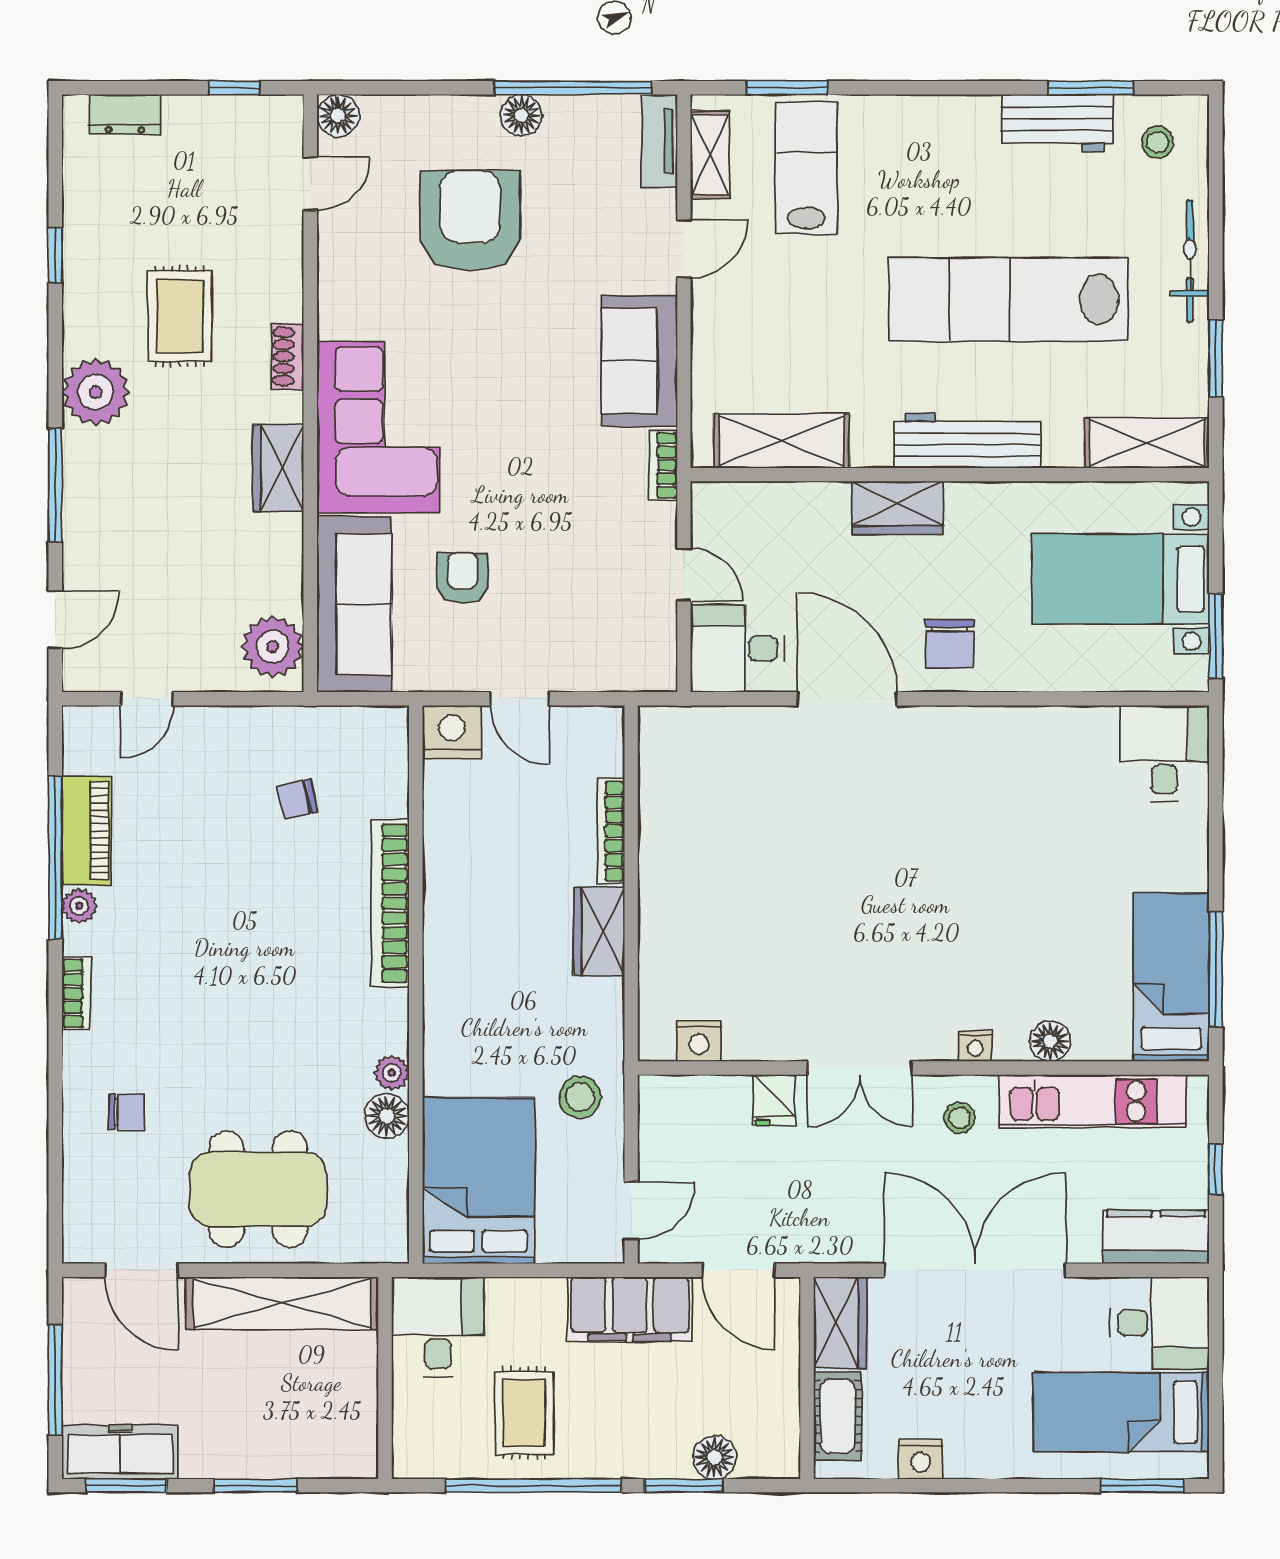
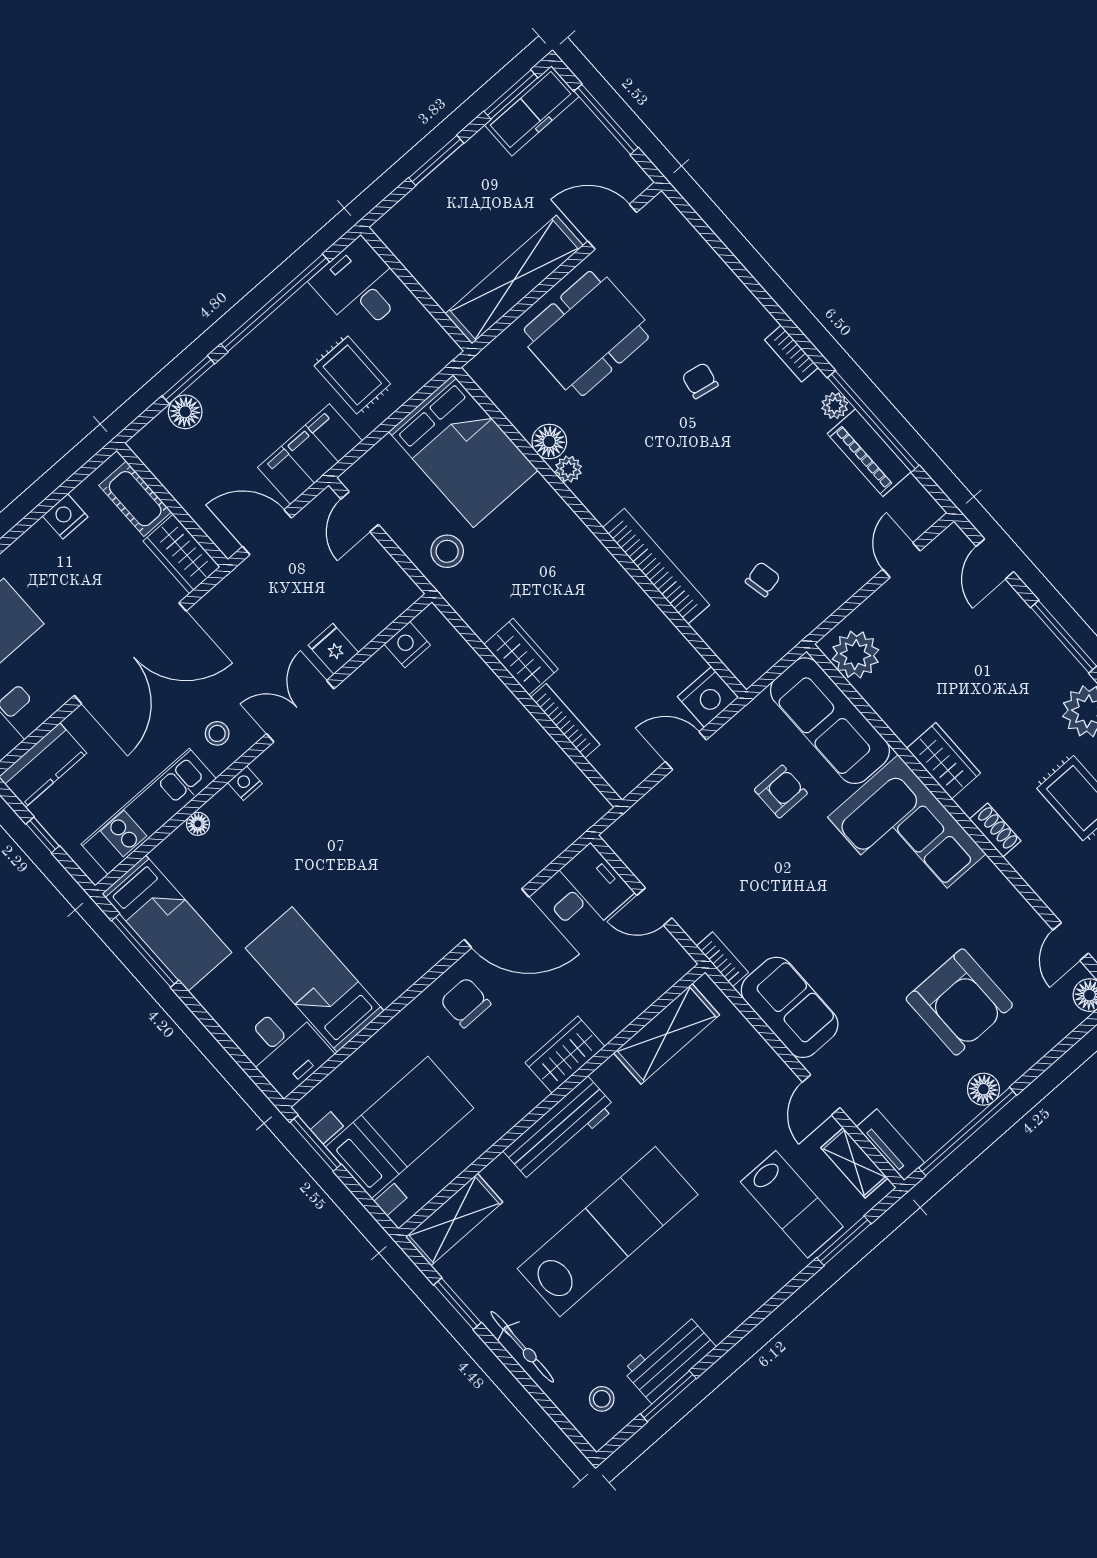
armchair: (463, 578) -> (781, 792), turned -90
bed: (1076, 795) -> (315, 979), added
floor lamp: (1050, 1041) -> (198, 824), width x0.73, depth x0.73
chair: (127, 1112) -> (700, 381), moved, turned 101
desk: (438, 1327) -> (360, 287), moved, turned 180
rug: (524, 1413) -> (352, 375), moved

